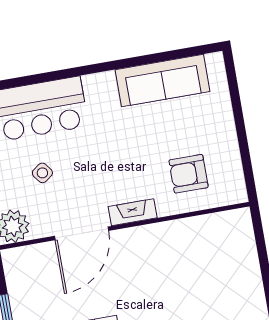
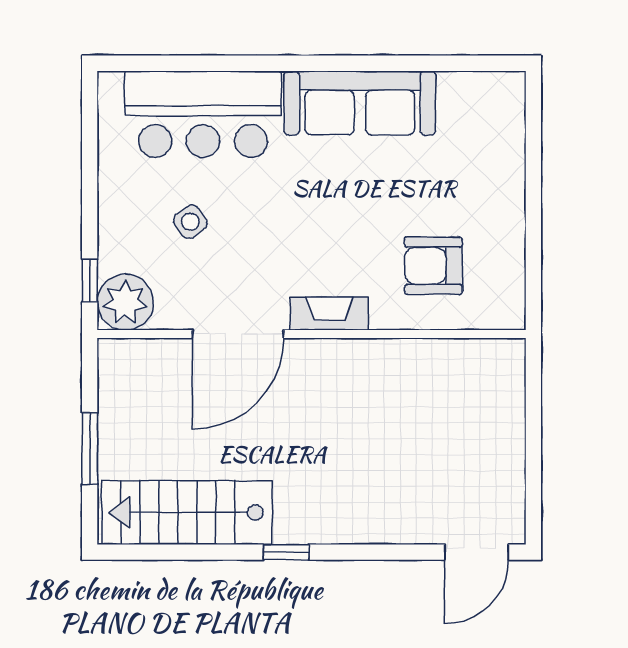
sofa: (163, 81) -> (360, 103), moved

